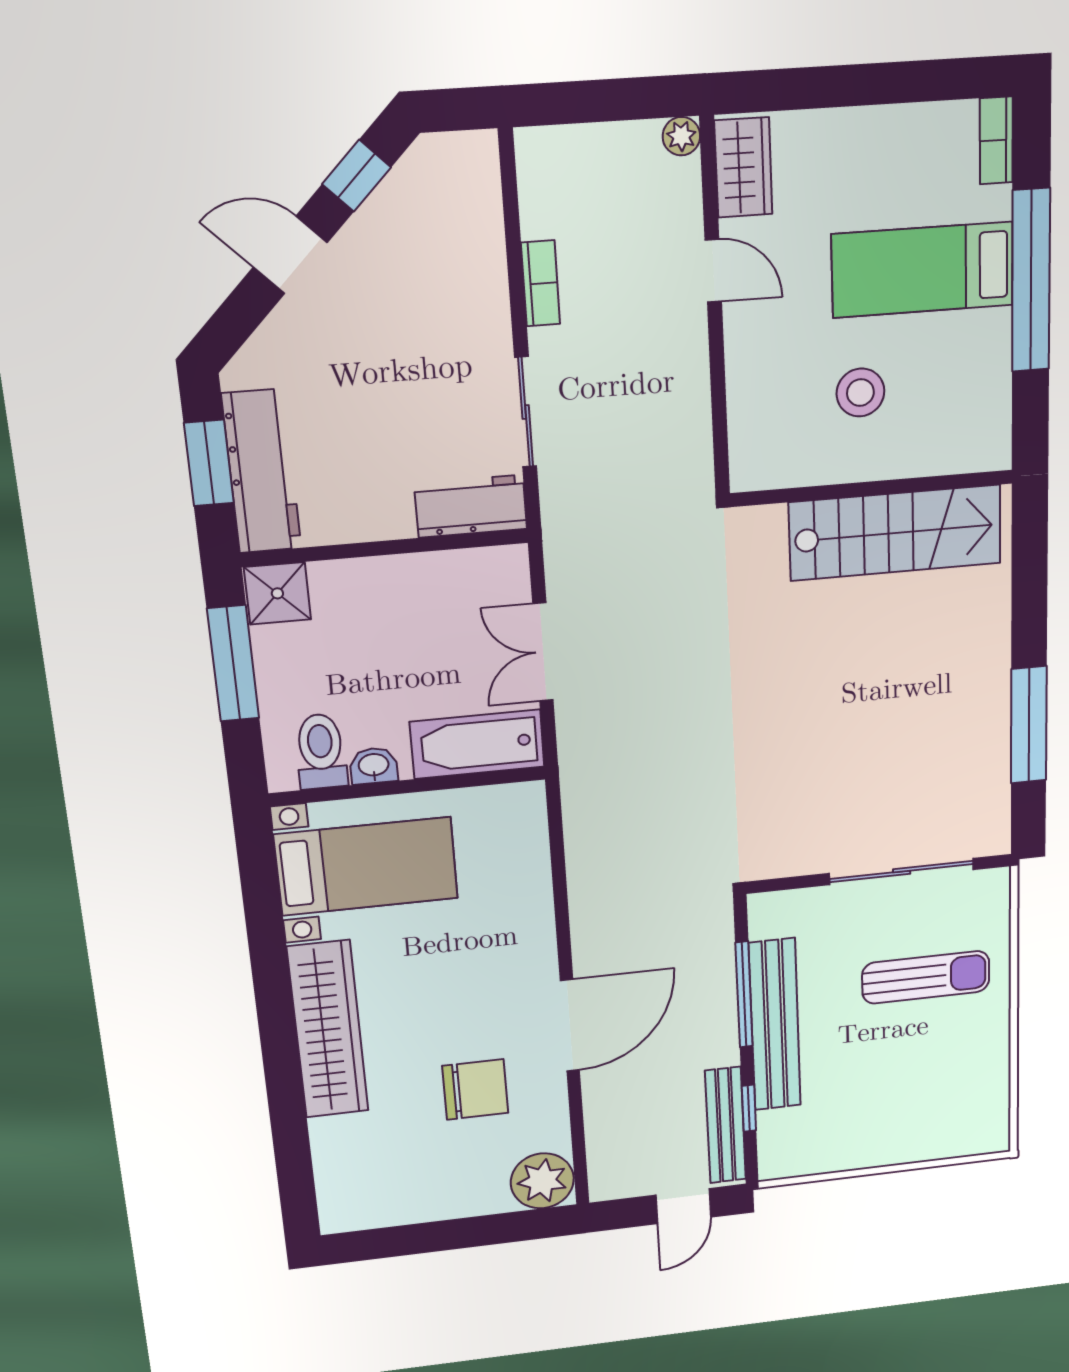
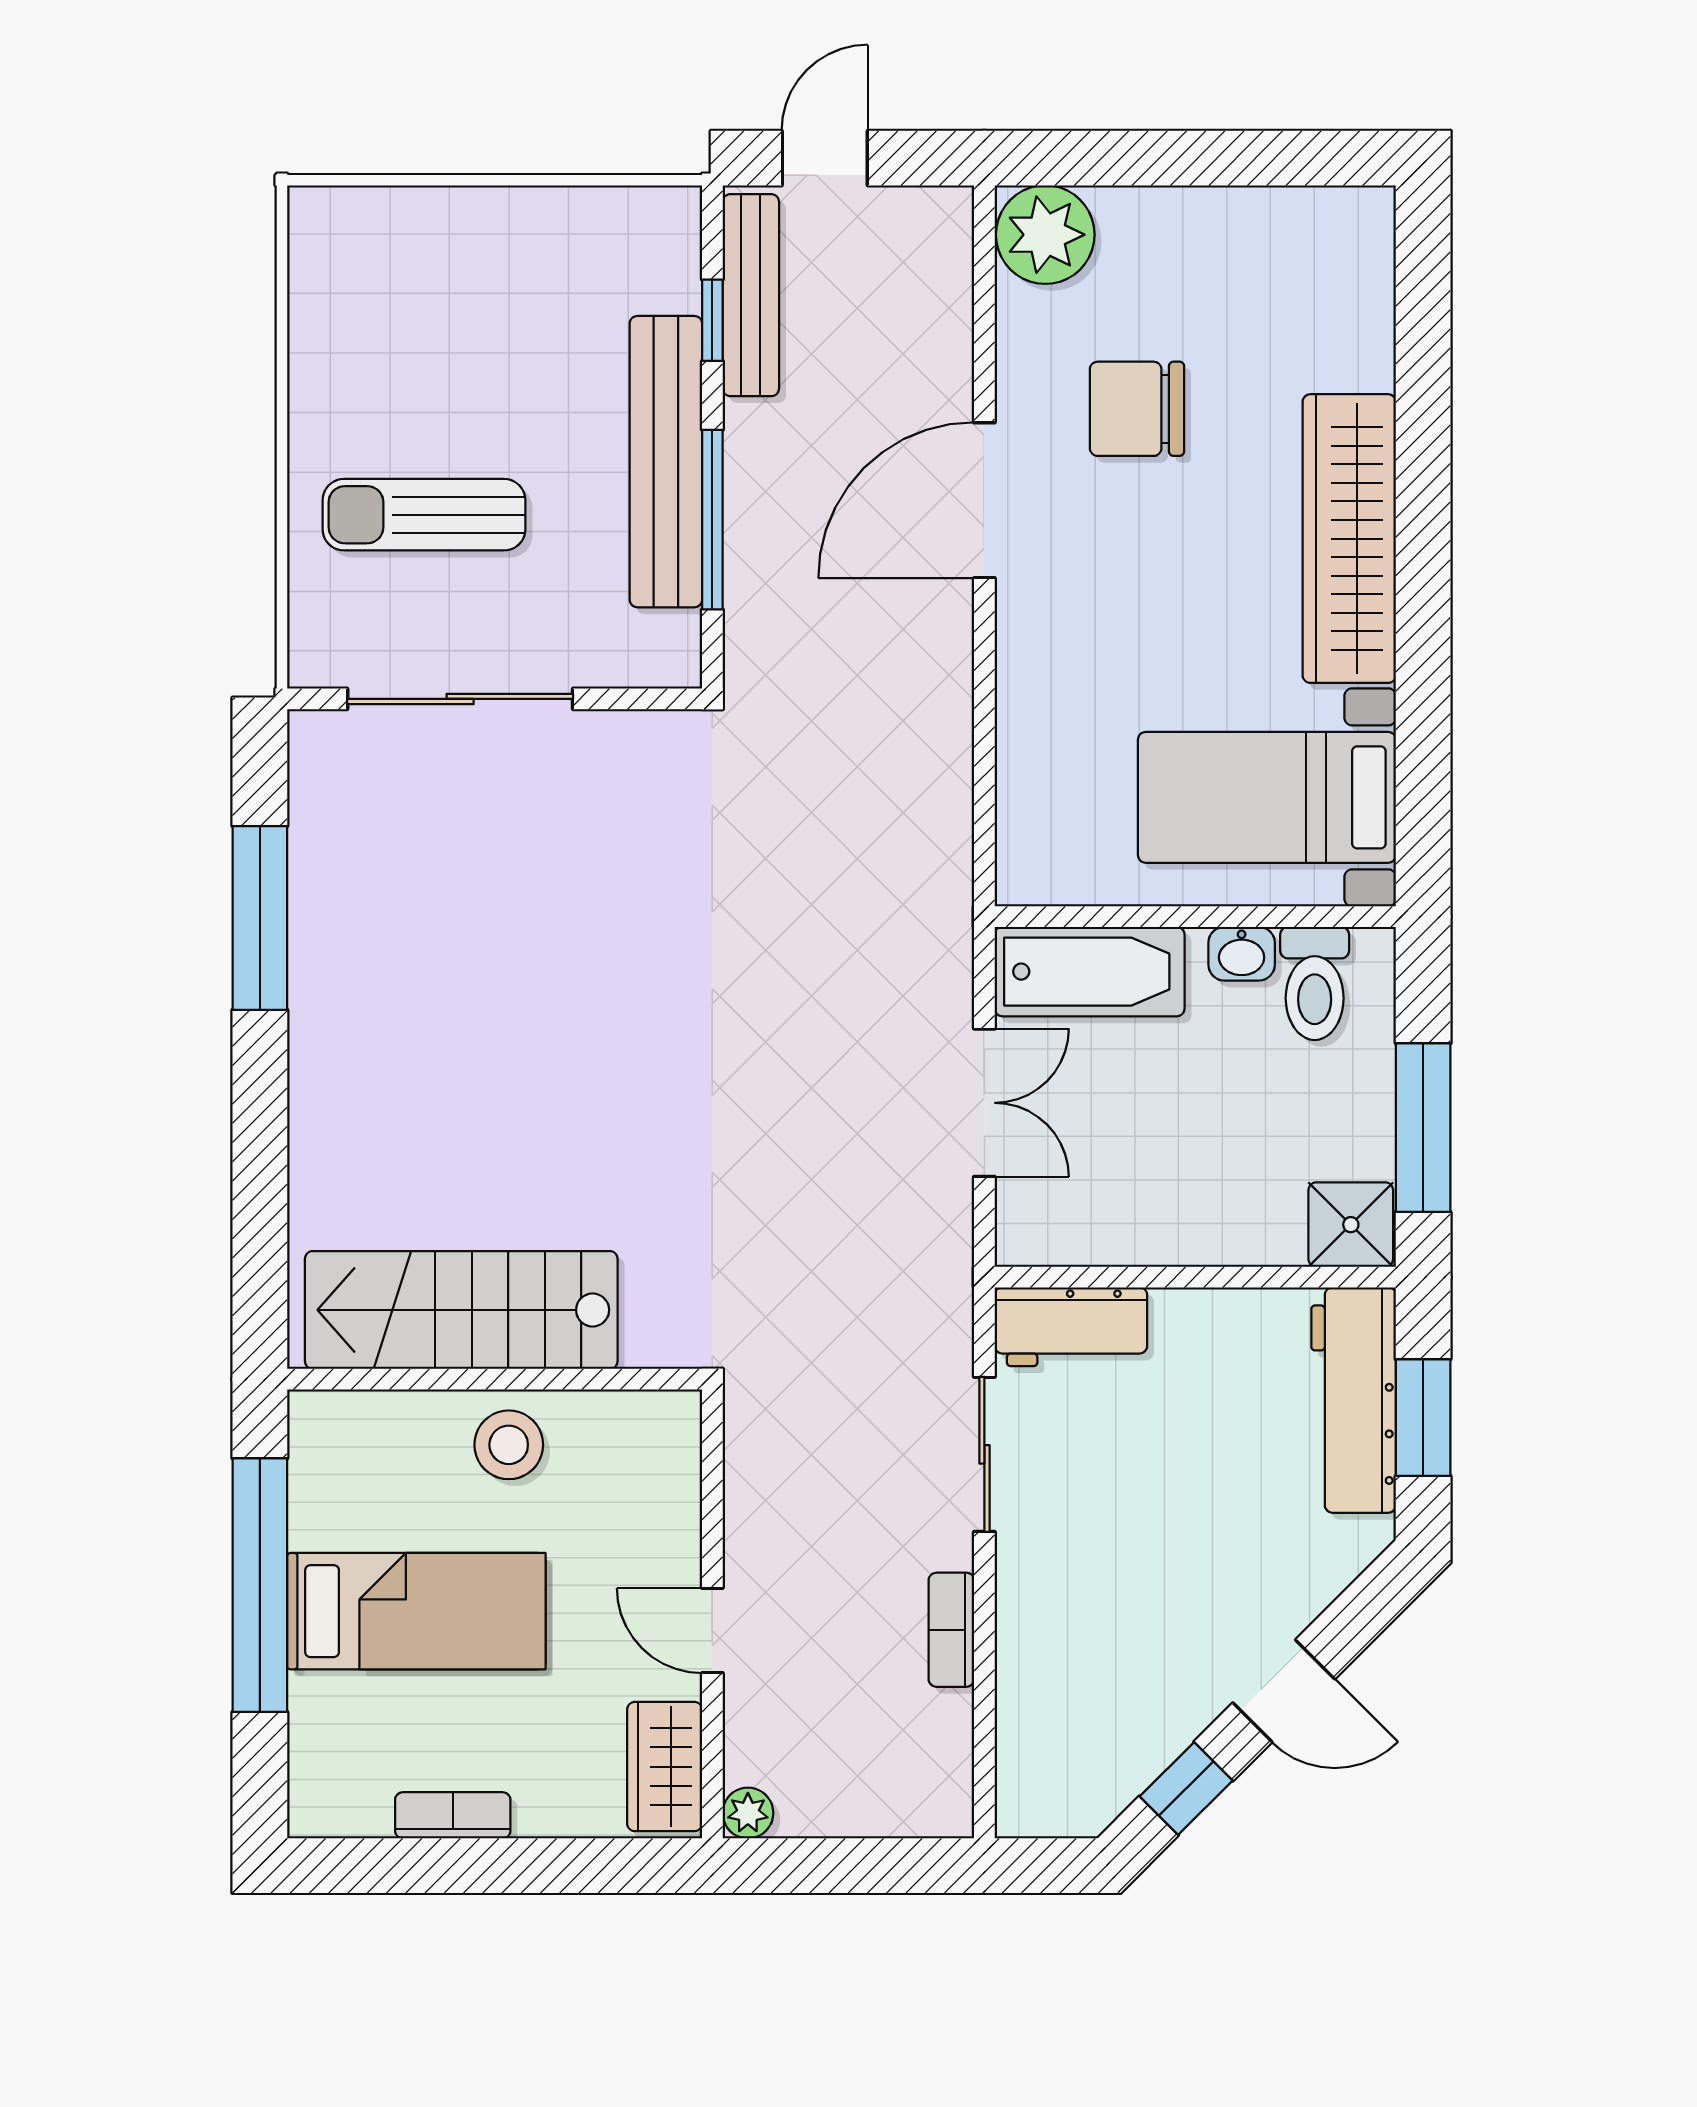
bookcase: (996, 140) -> (453, 1815), moved, turned -90
wall: (872, 488) -> (495, 1379), moved
stairs: (895, 533) -> (461, 1310), moved

